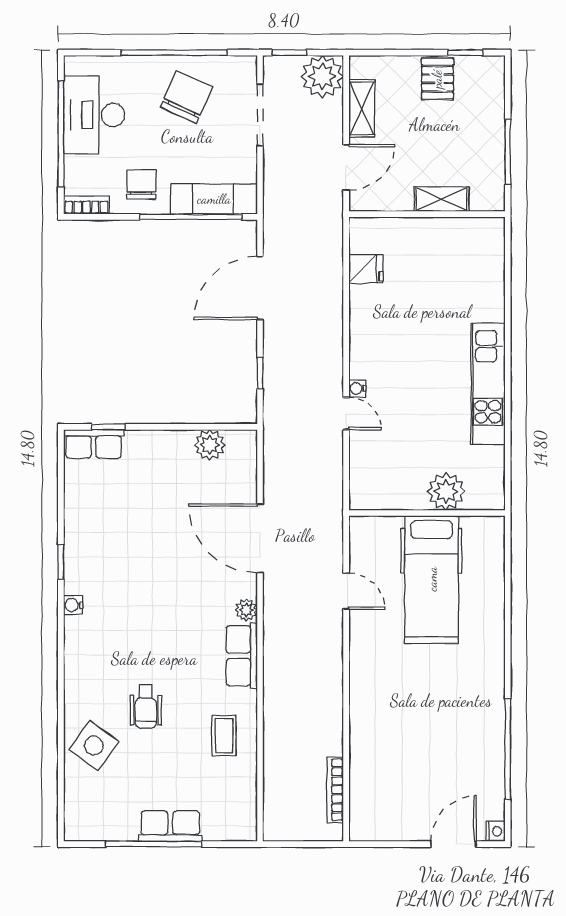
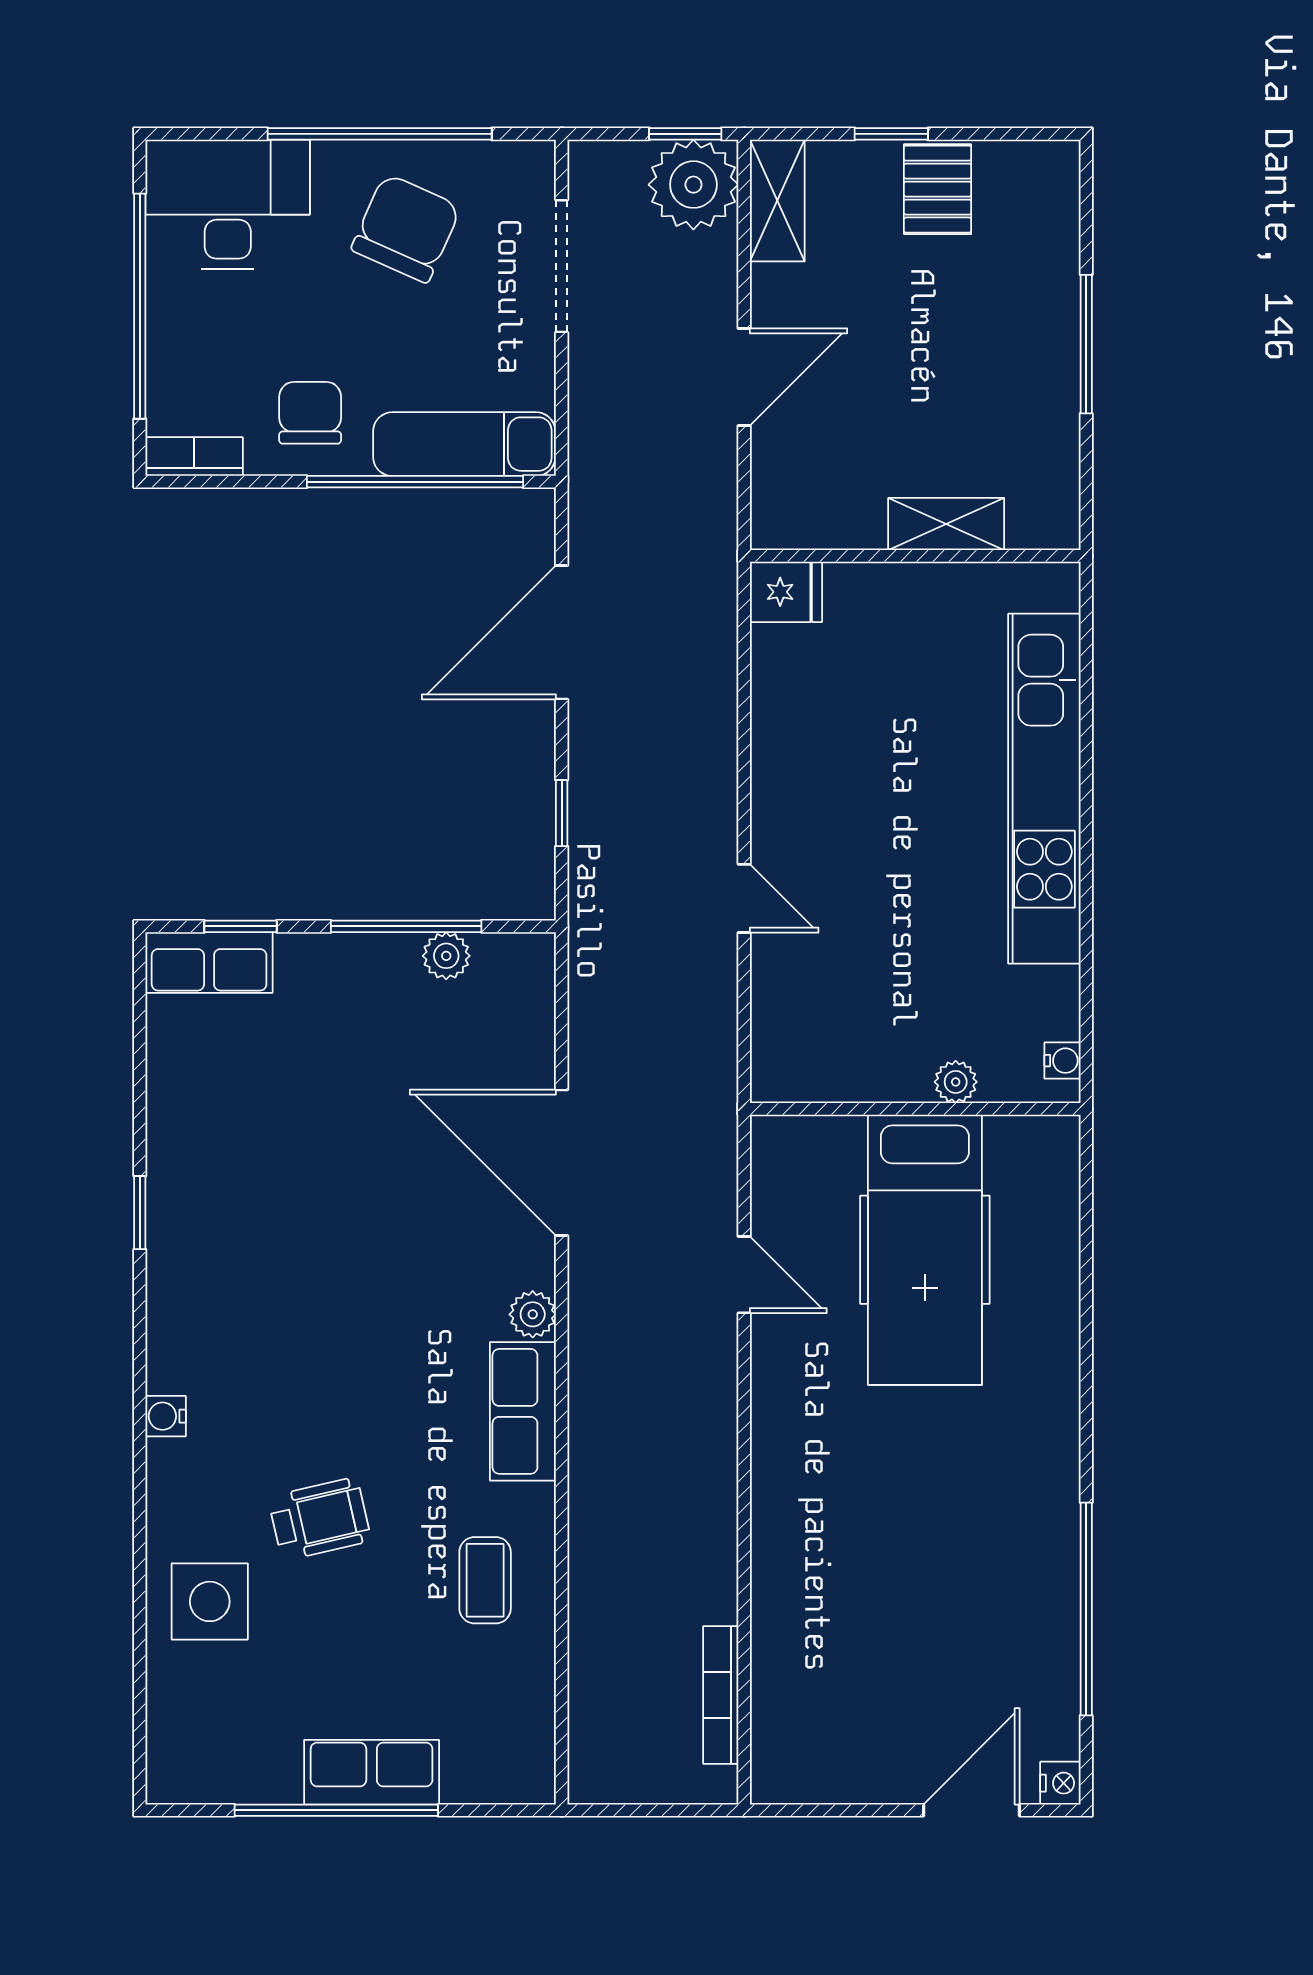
window: (289, 53) -> (685, 134), moved
window: (465, 53) -> (891, 134), moved
shelving: (362, 108) -> (777, 201), moved
desk: (94, 115) -> (228, 204), moved, turned 90
shelving: (442, 199) -> (946, 524), moved
wall: (427, 214) -> (915, 556), moved
kitchen unit: (488, 384) -> (1044, 789), width x1.36
water cooler: (357, 388) -> (1062, 1061), moved, turned 180
window: (187, 427) -> (406, 926), added
plant: (210, 445) -> (446, 956), width x0.73, depth x0.73
plant: (446, 491) -> (956, 1082), width x0.53, depth x0.53
water cooler: (73, 605) -> (166, 1416), moved
wheelchair: (146, 707) -> (320, 1519), turned -103
side table: (94, 746) -> (210, 1601), turned -36

